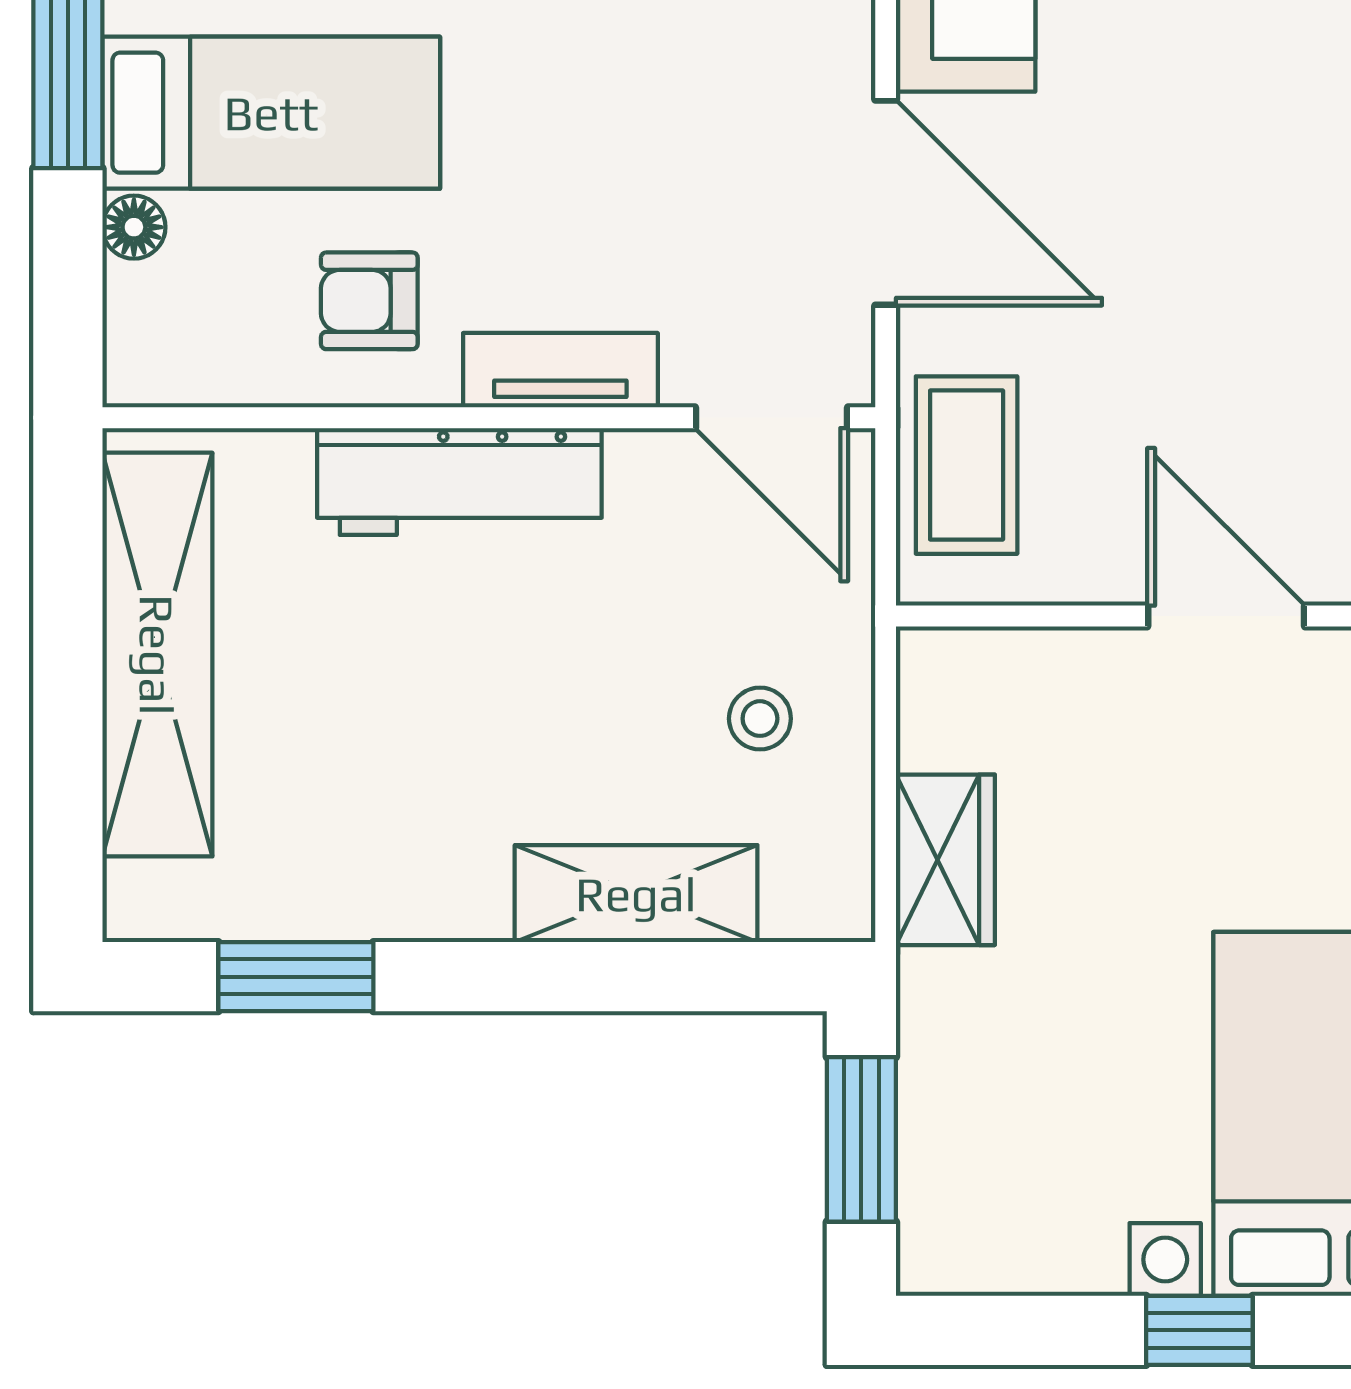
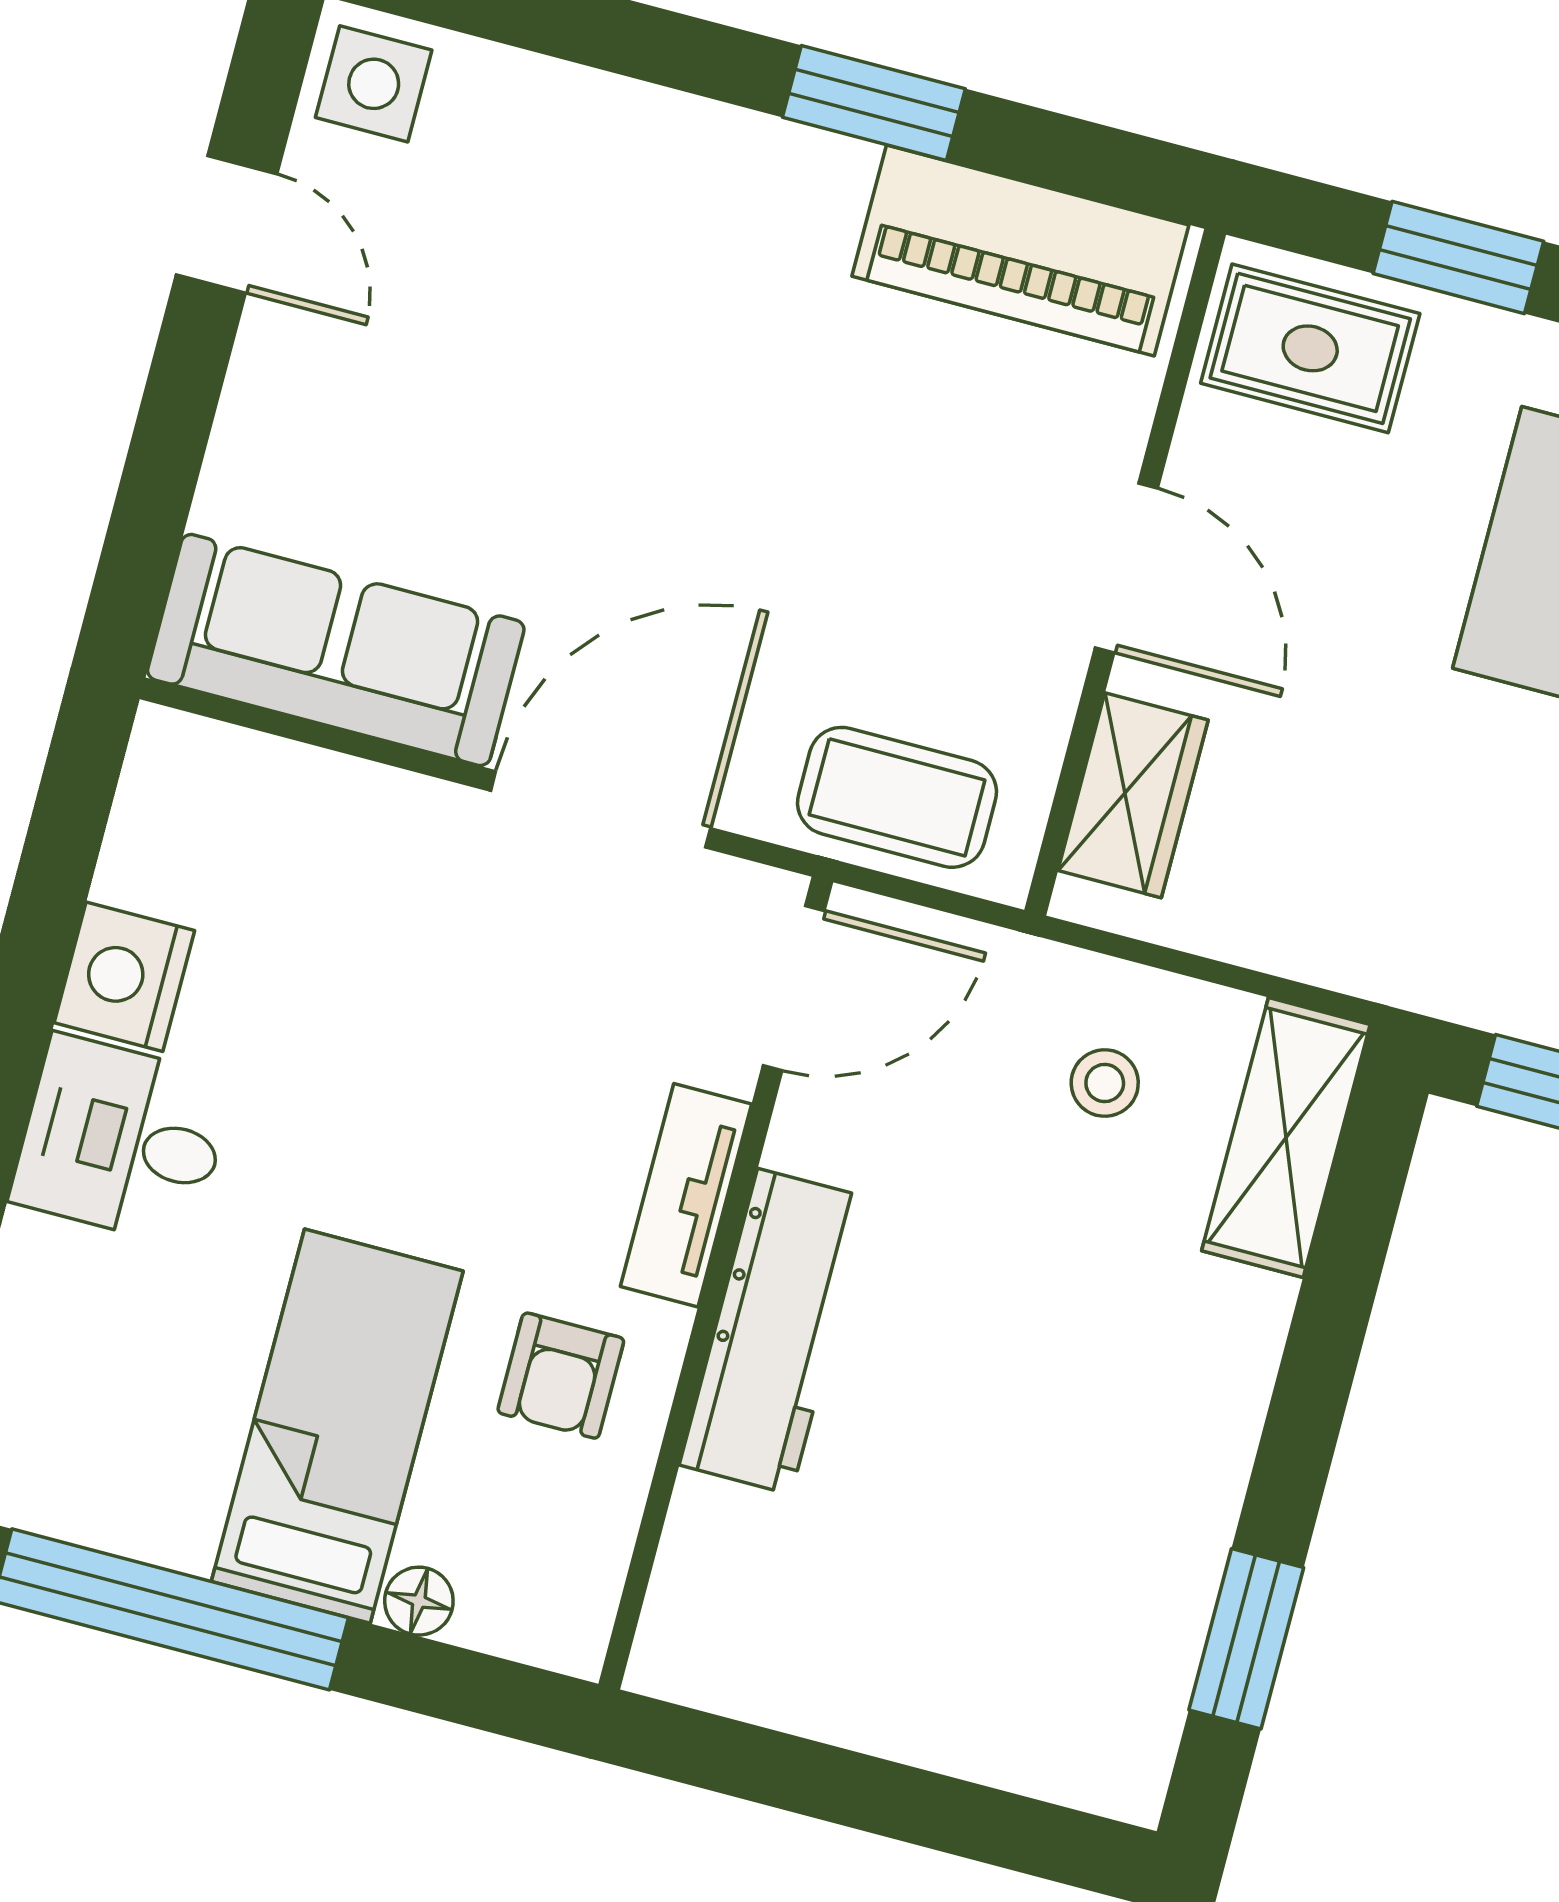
door: (1226, 616) -> (1126, 568), swing flipped
shelving: (157, 655) -> (872, 1694), removed
wardrobe: (945, 860) -> (1133, 795), moved, turned 90
shelving: (636, 894) -> (1286, 1138), moved

